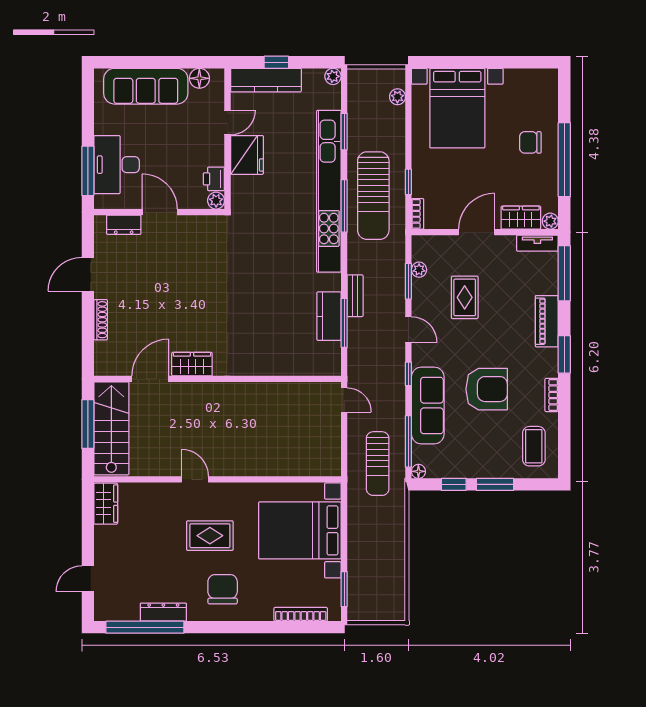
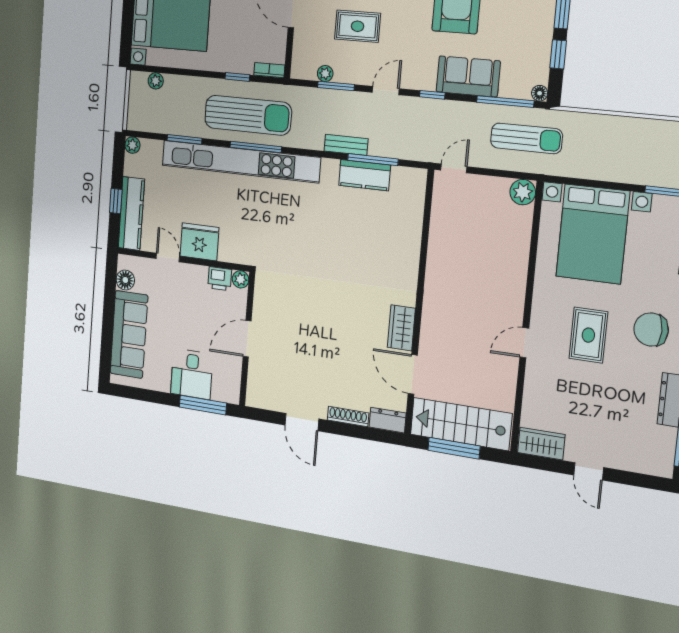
desk: (117, 165) -> (192, 374), width x0.73
dresser: (124, 225) -> (388, 420), moved, turned -90
sofa: (428, 406) -> (468, 76), width x0.73
plant: (330, 465) -> (523, 192), added
door: (88, 579) -> (589, 471), moved

